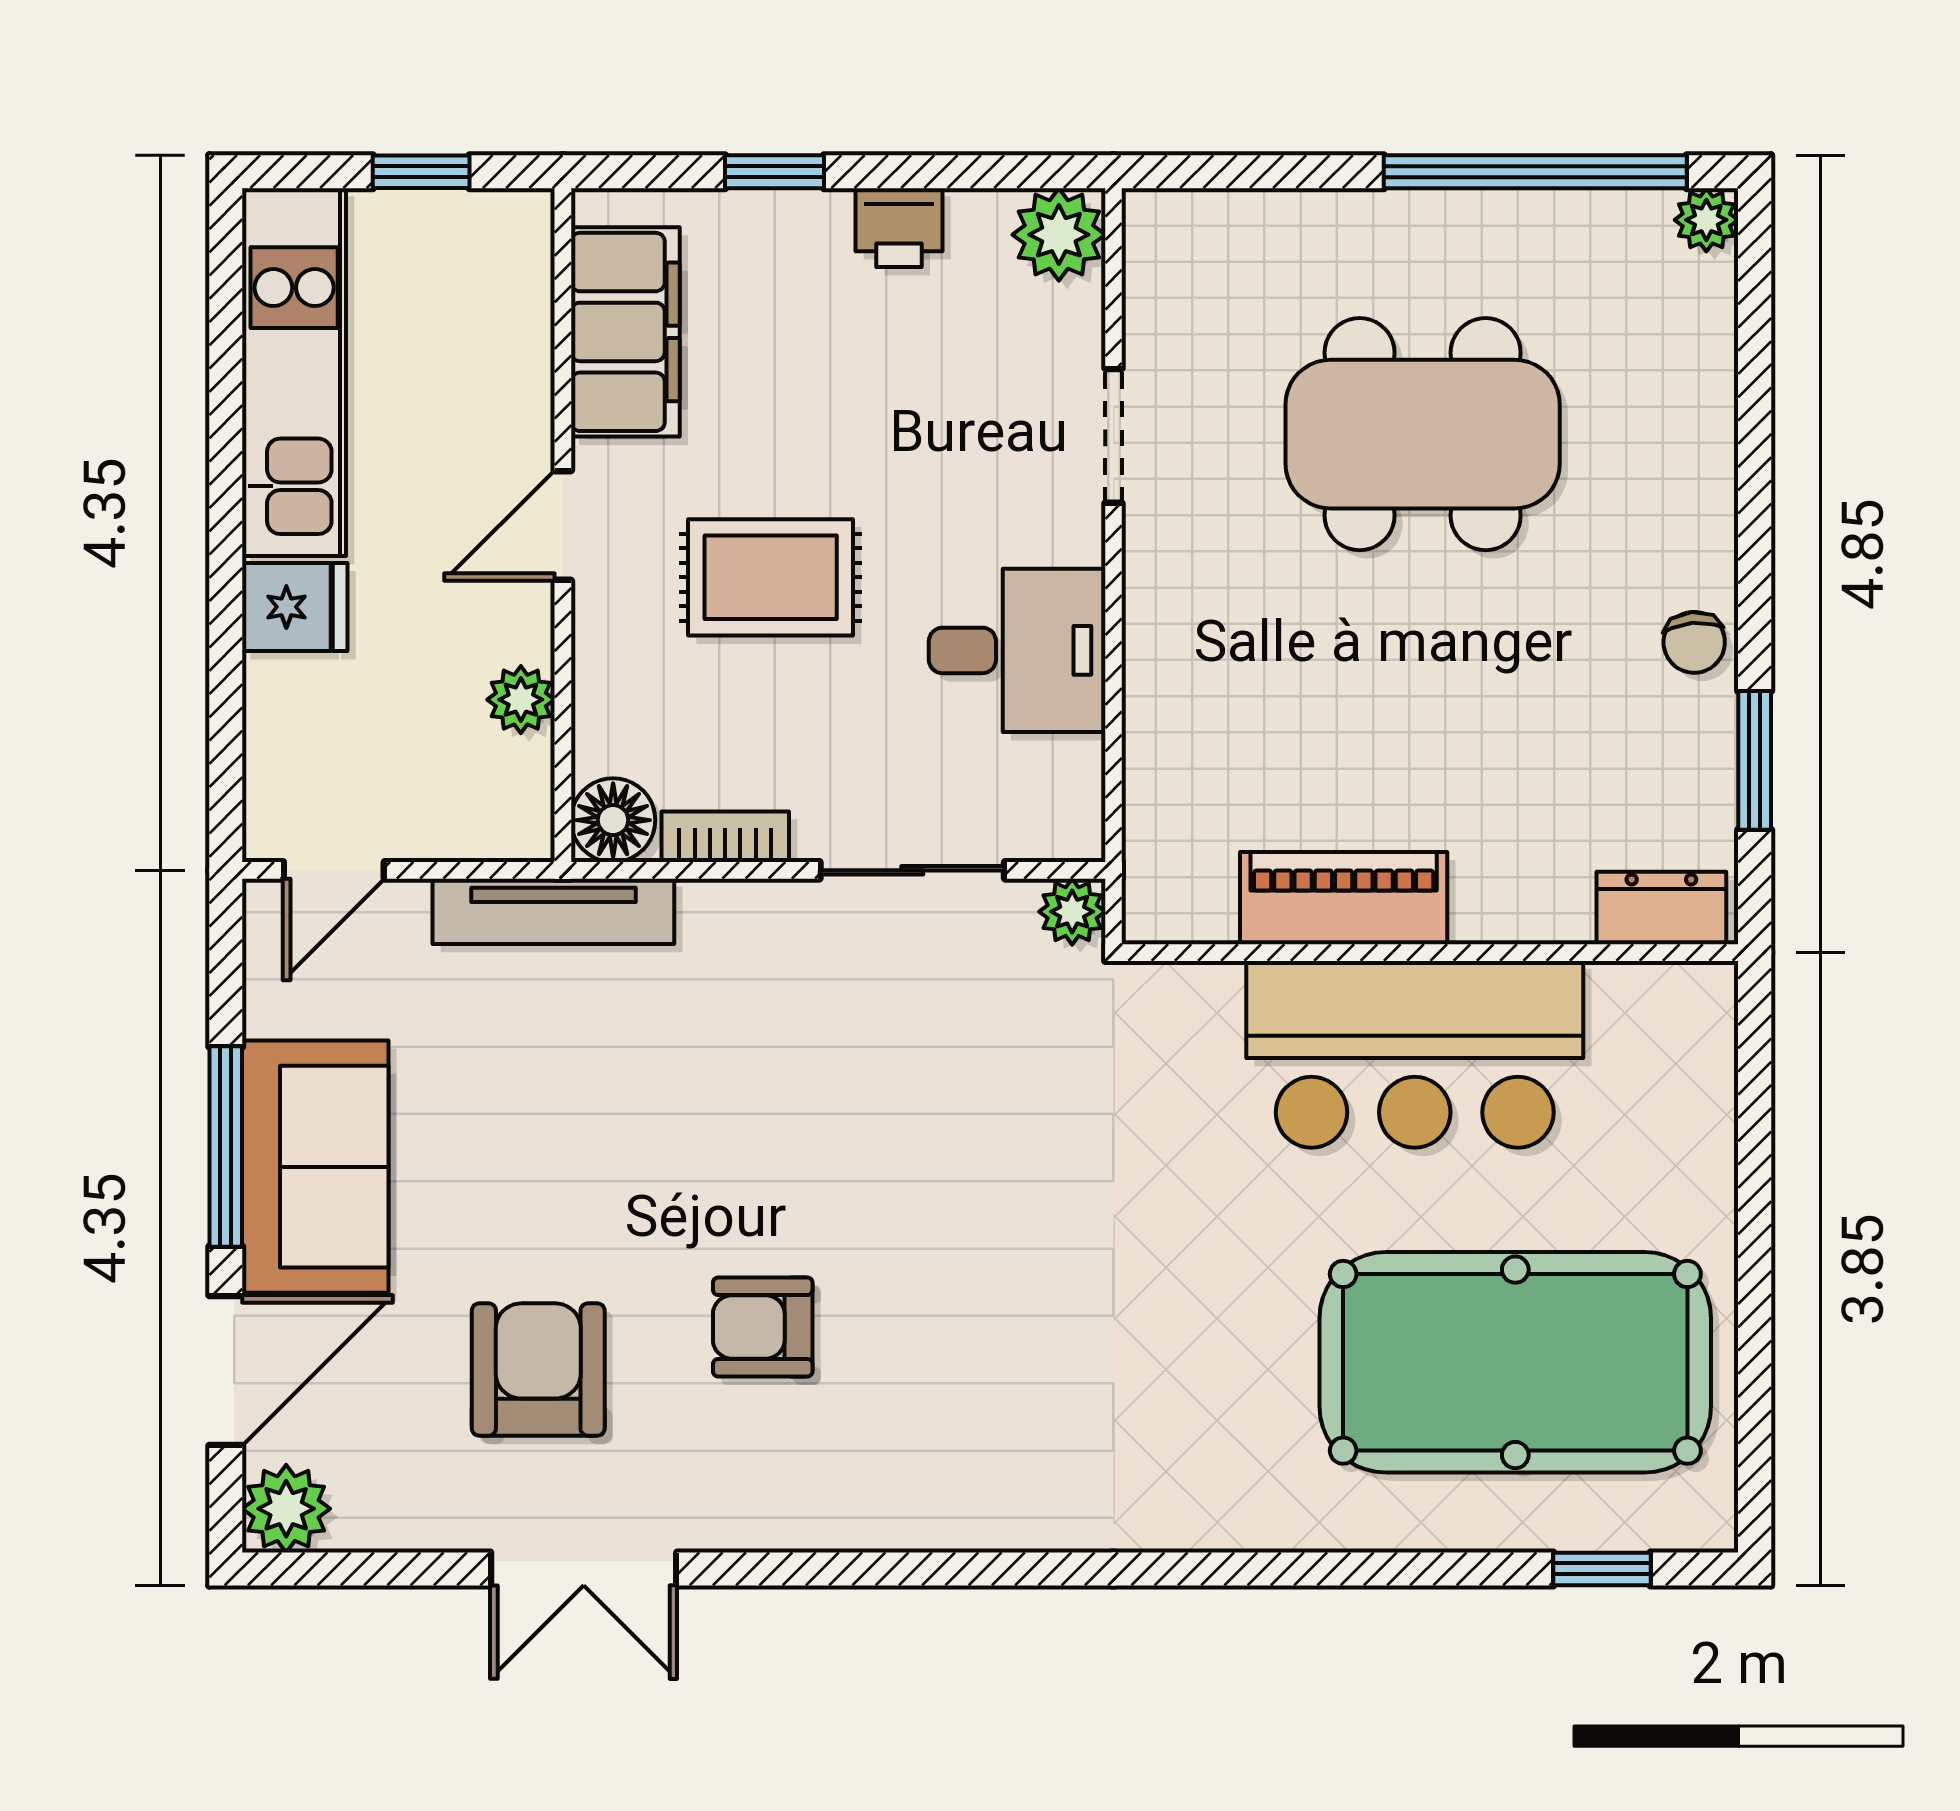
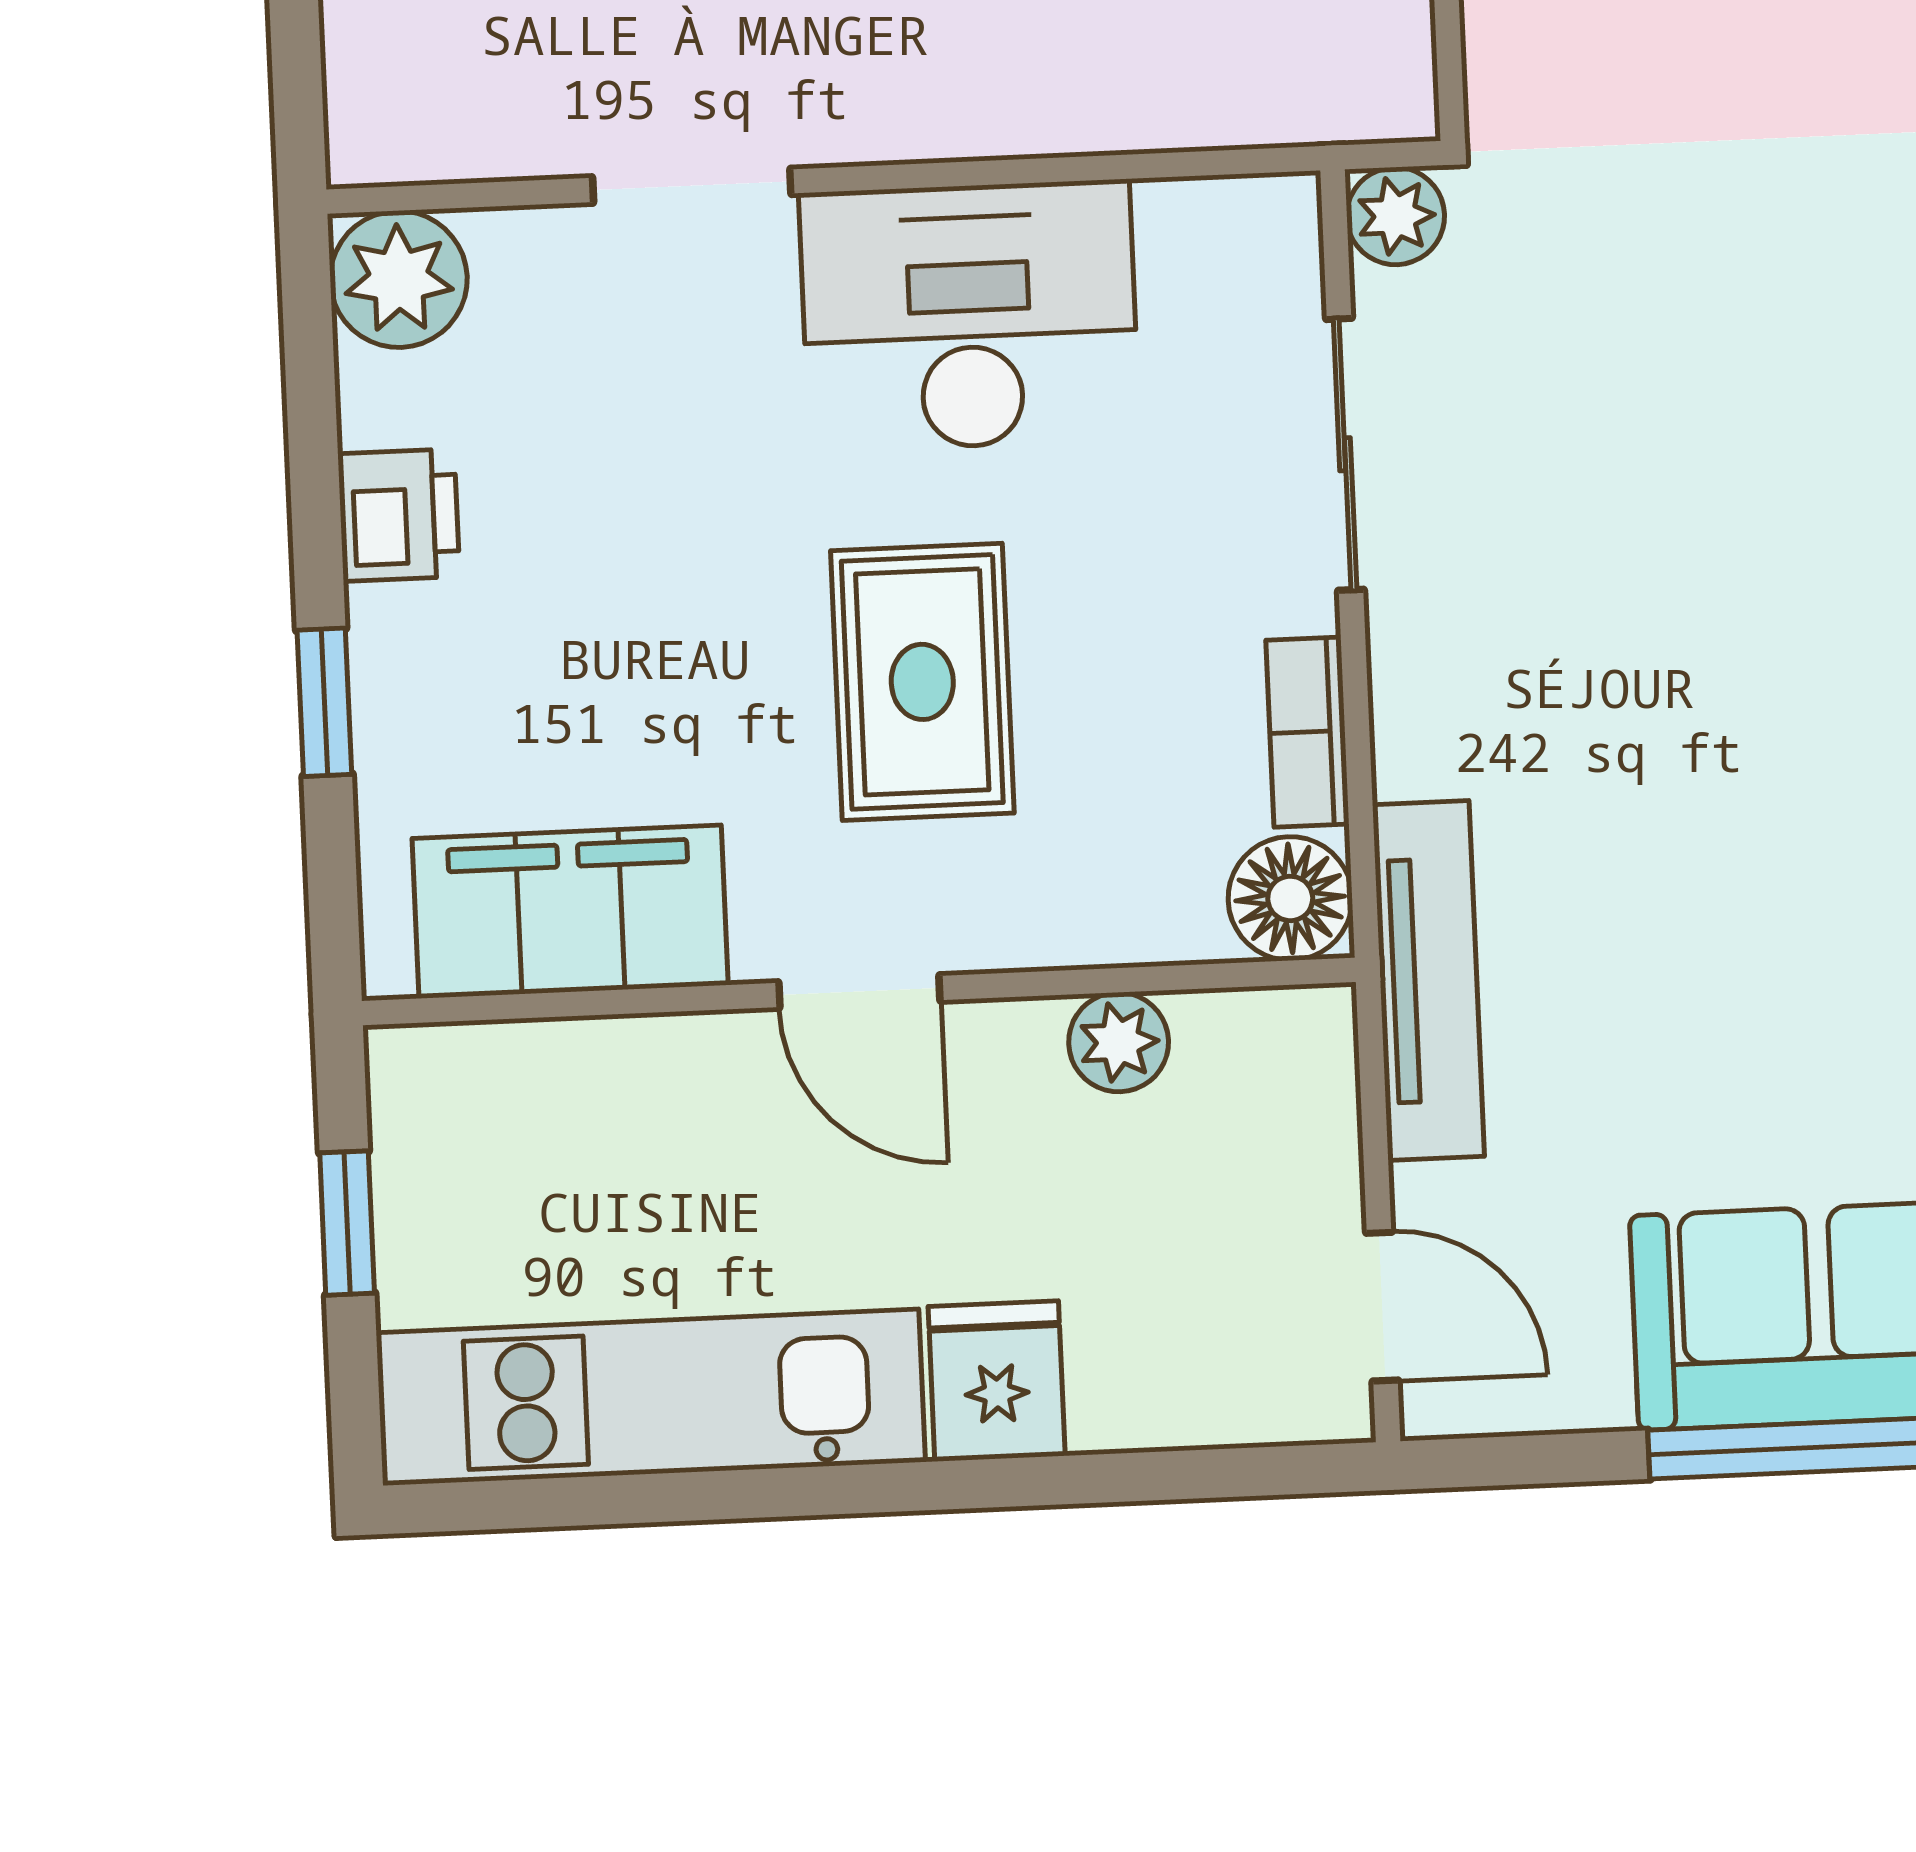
desk: (1017, 650) -> (969, 316), width x1.37

